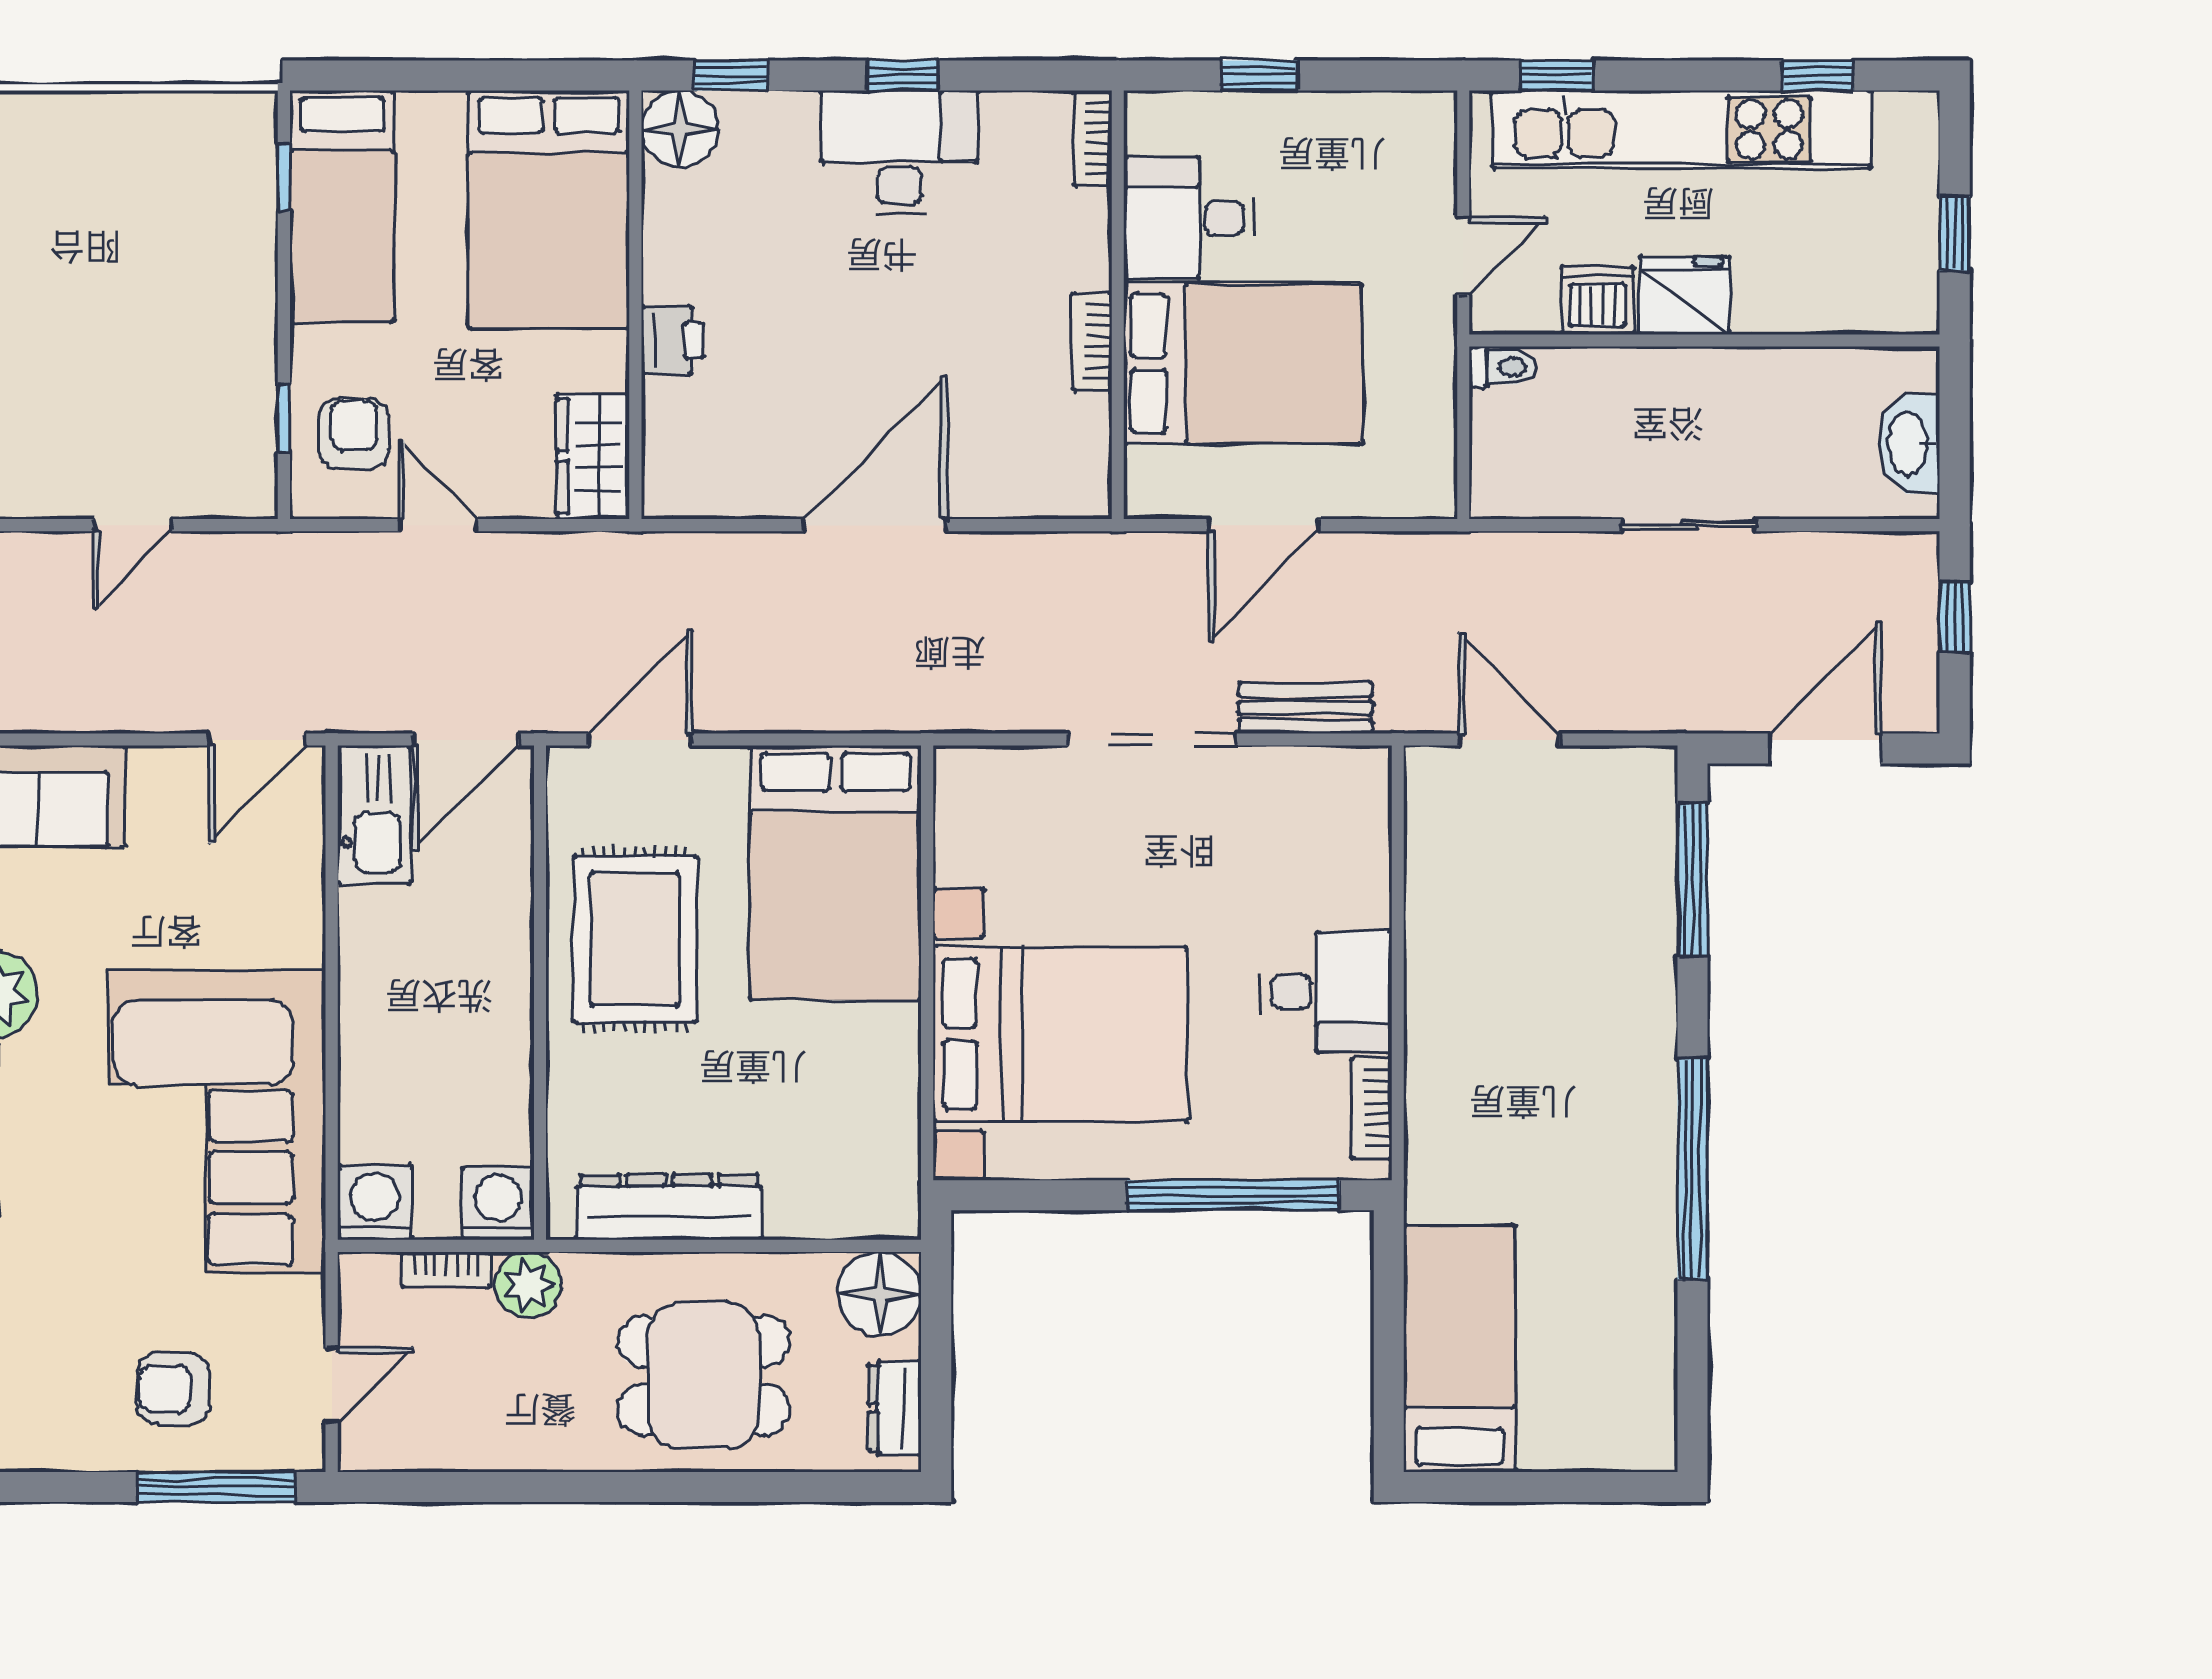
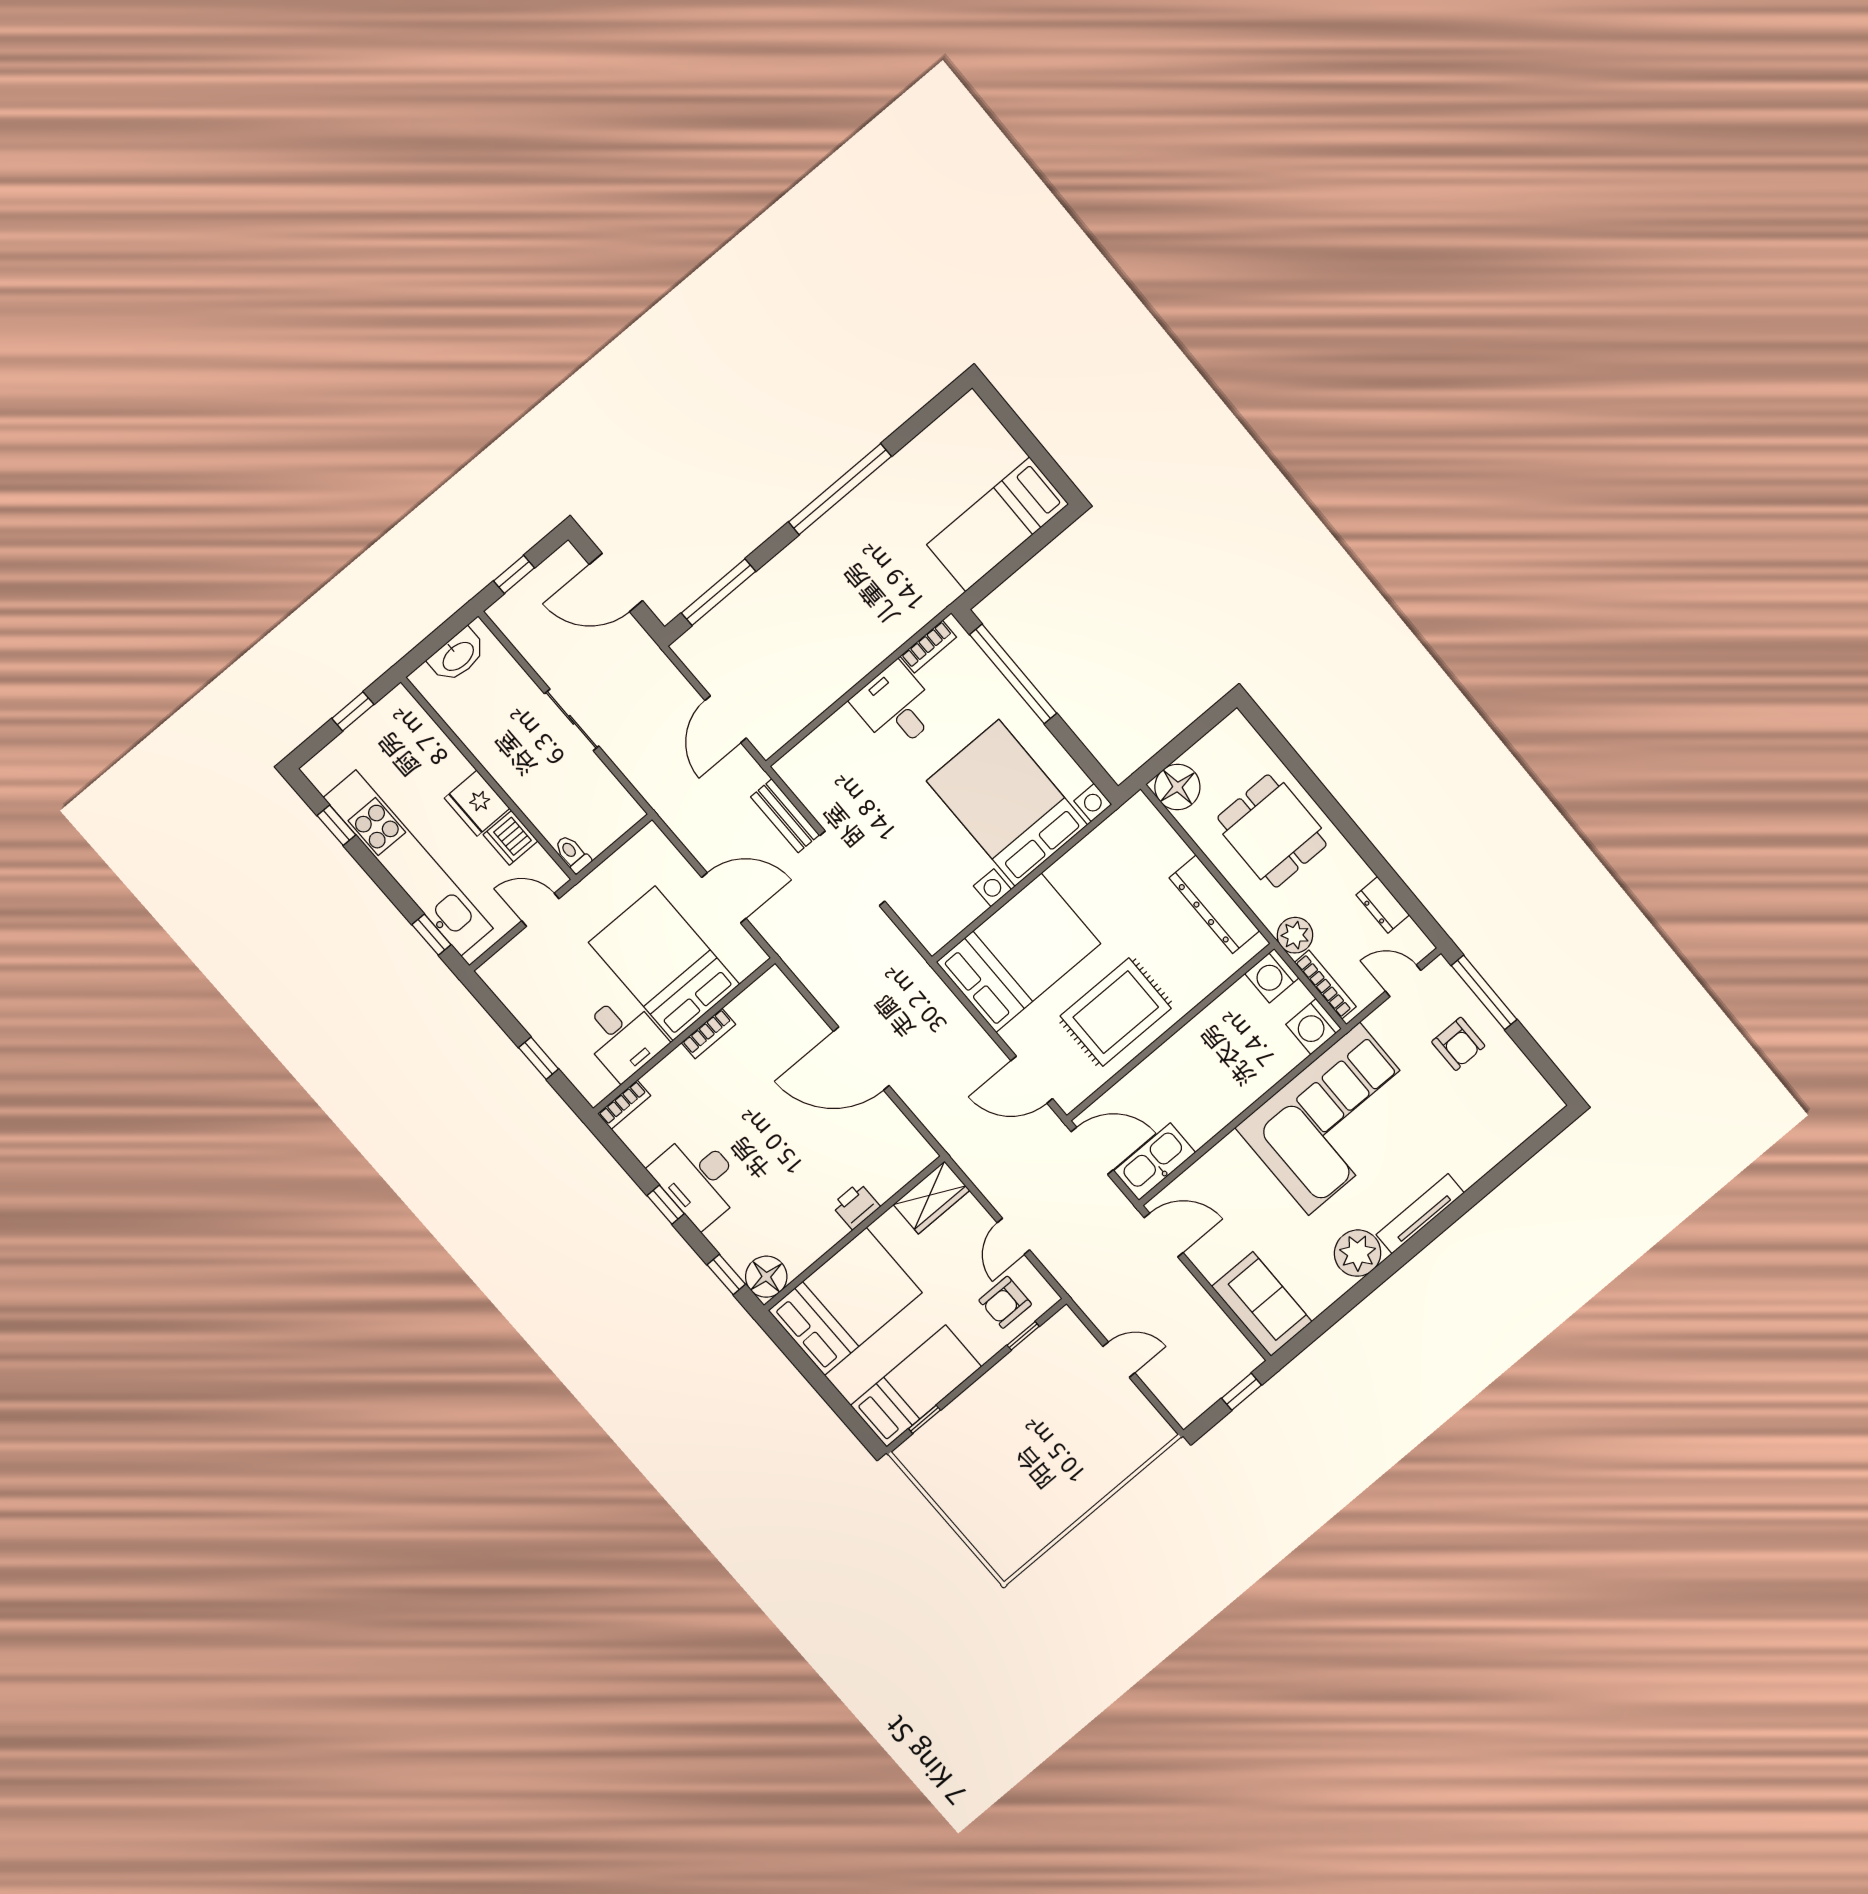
bookcase: (446, 1270) -> (1325, 985), width x1.56
dresser: (895, 1408) -> (1383, 905), moved, turned 90

